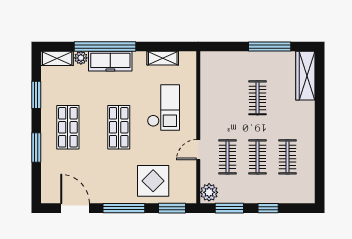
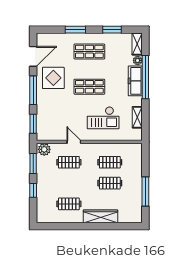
wardrobe: (305, 76) -> (101, 216), moved
clothes rail: (258, 157) -> (110, 162), moved
display table: (153, 181) -> (53, 78), moved

